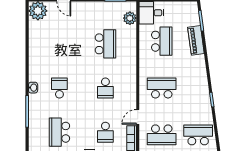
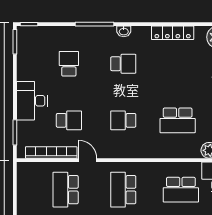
locker: (34, 48) -> (173, 33), added
school desk: (162, 88) -> (123, 190), turned 180
school desk: (59, 132) -> (69, 64), width x0.54
school desk: (105, 132) -> (69, 120), turned 180

